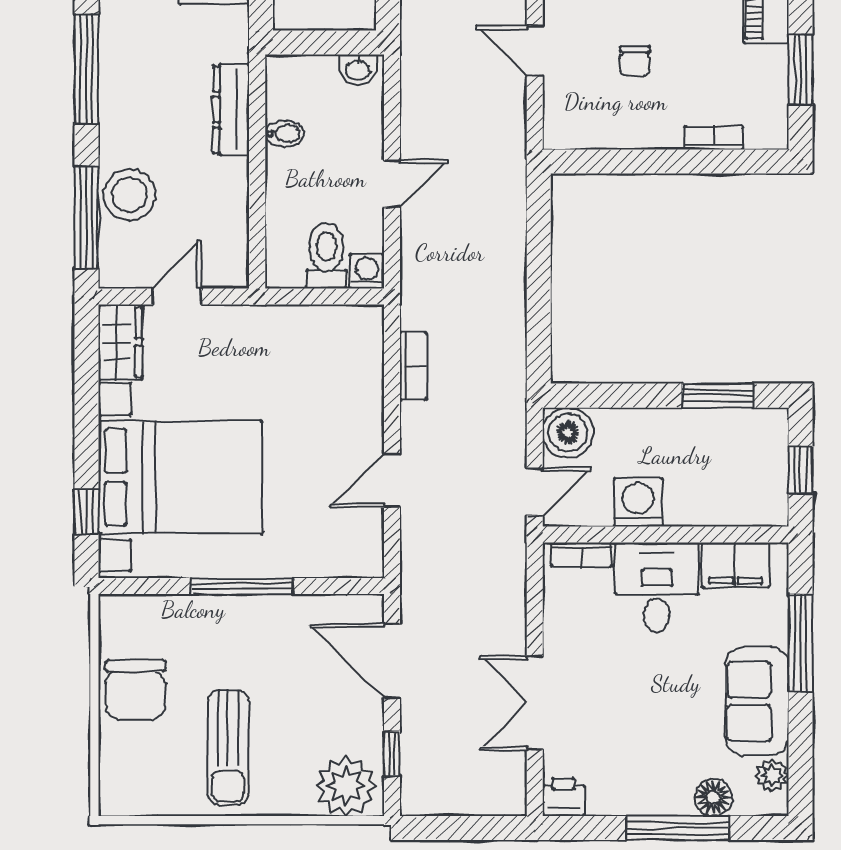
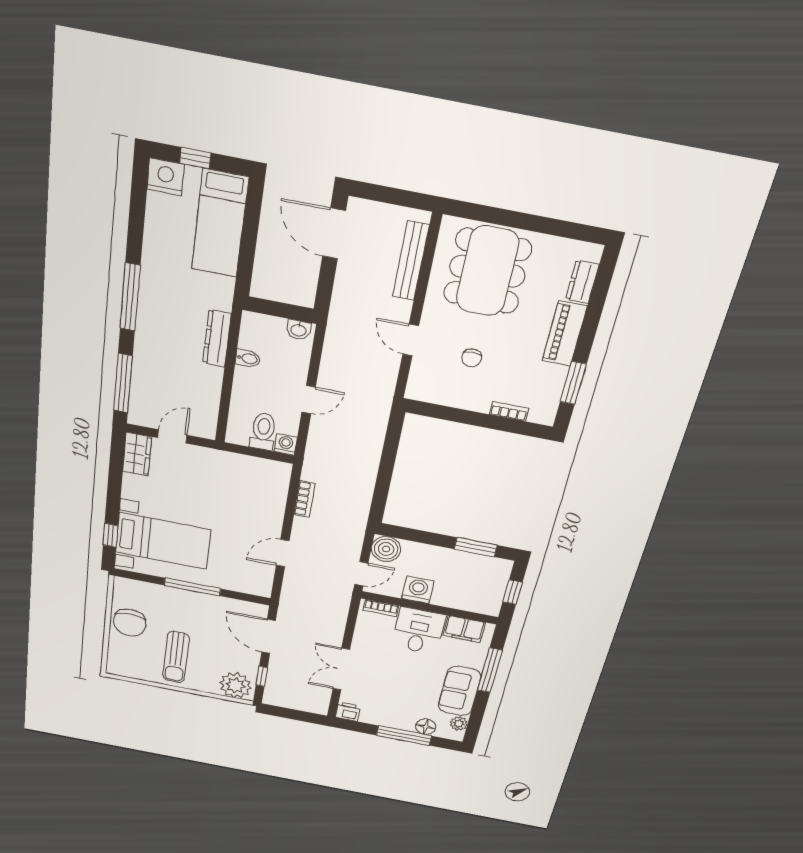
stool: (129, 195) -> (150, 375), removed
bed with nightstands: (180, 477) -> (163, 541), width x0.73

